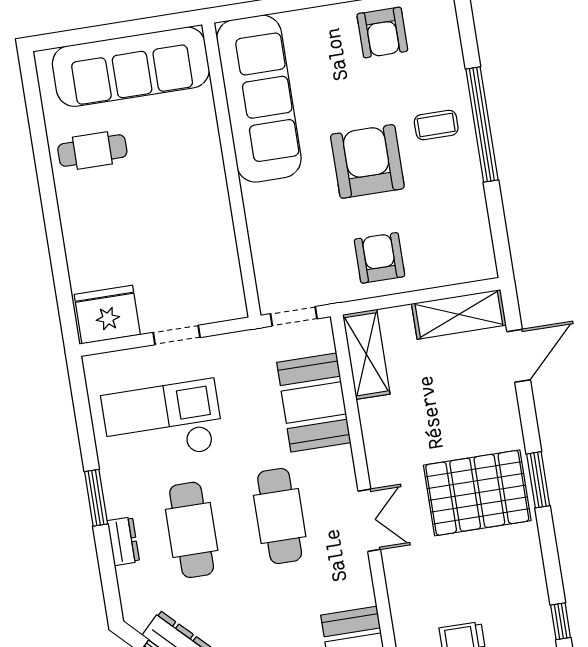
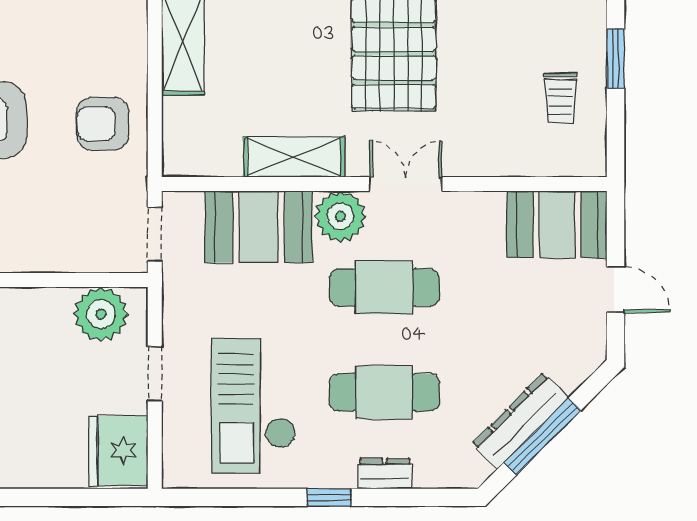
plant: (220, 282) -> (101, 314), added
shelving: (366, 354) -> (294, 157), moved
plant: (333, 470) -> (340, 216), added
window: (96, 498) -> (329, 497), width x0.67

